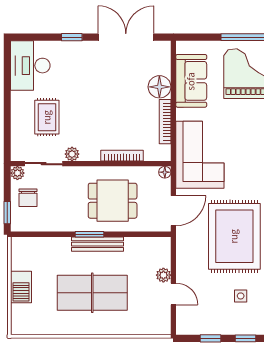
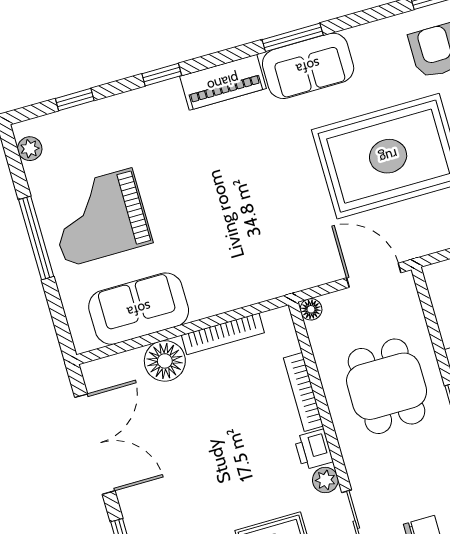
double door: (126, 37) -> (95, 444), swing flipped
printer: (90, 152) -> (314, 449), added
corner sofa: (200, 155) -> (263, 257), removed

